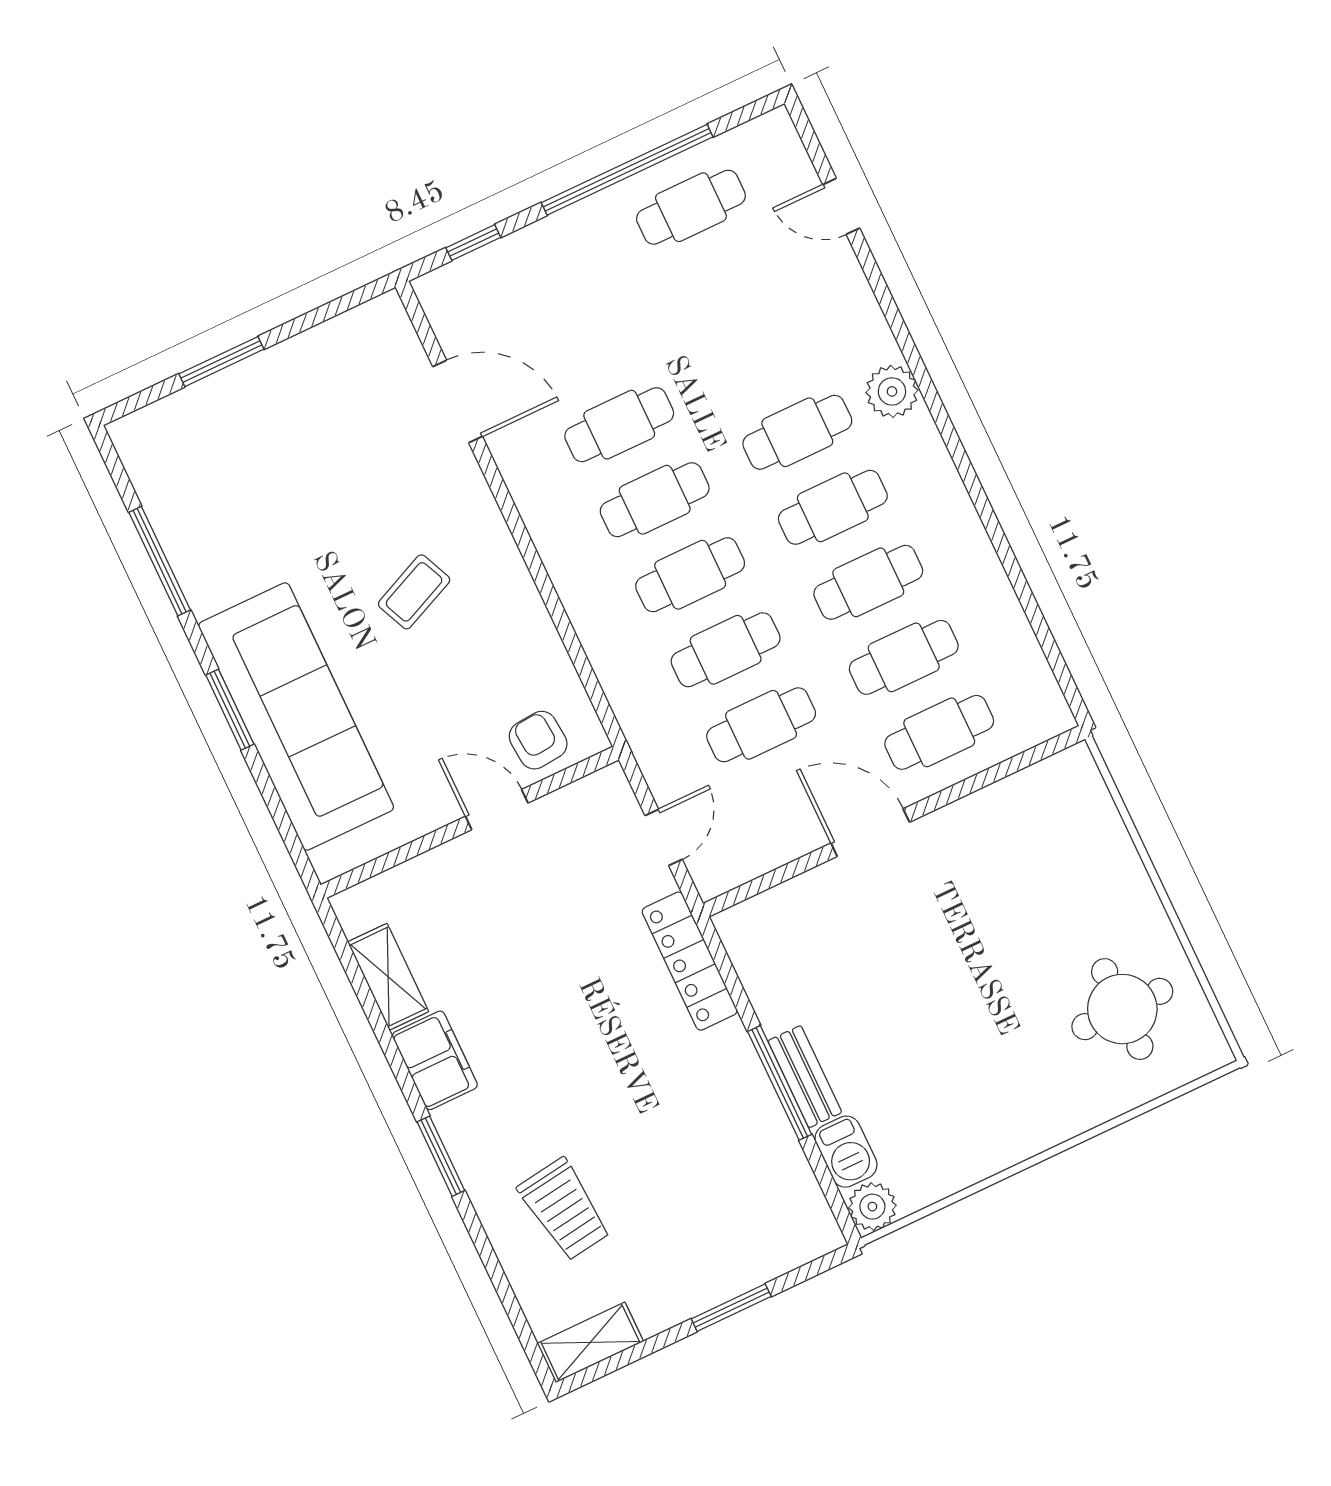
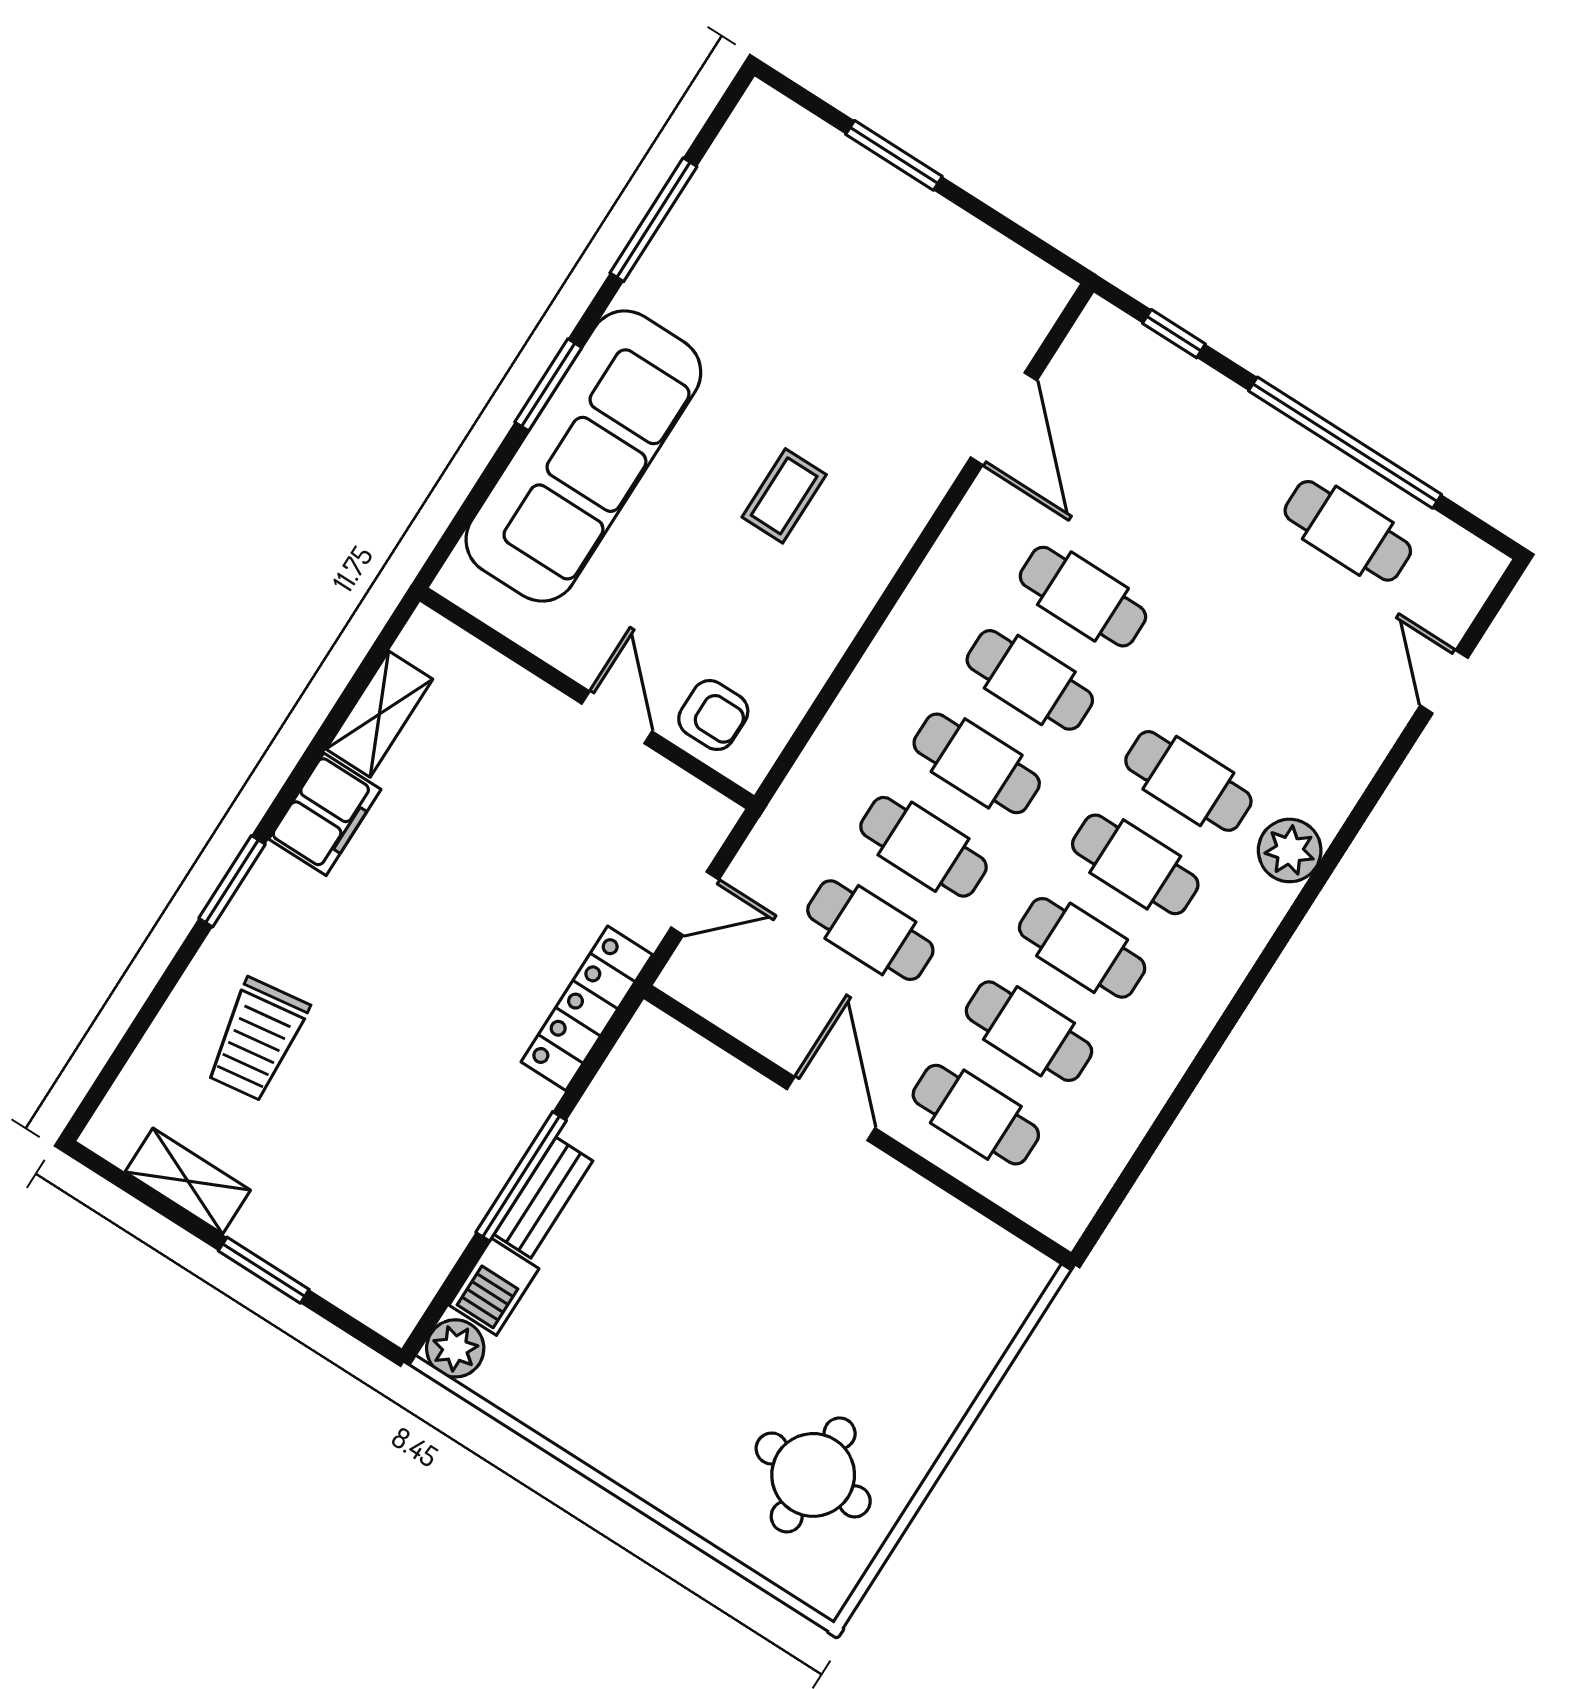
coffee table: (414, 592) -> (784, 496), turned -66
armchair: (538, 740) -> (713, 715), turned 95
shelving: (590, 1342) -> (188, 1181), moved

